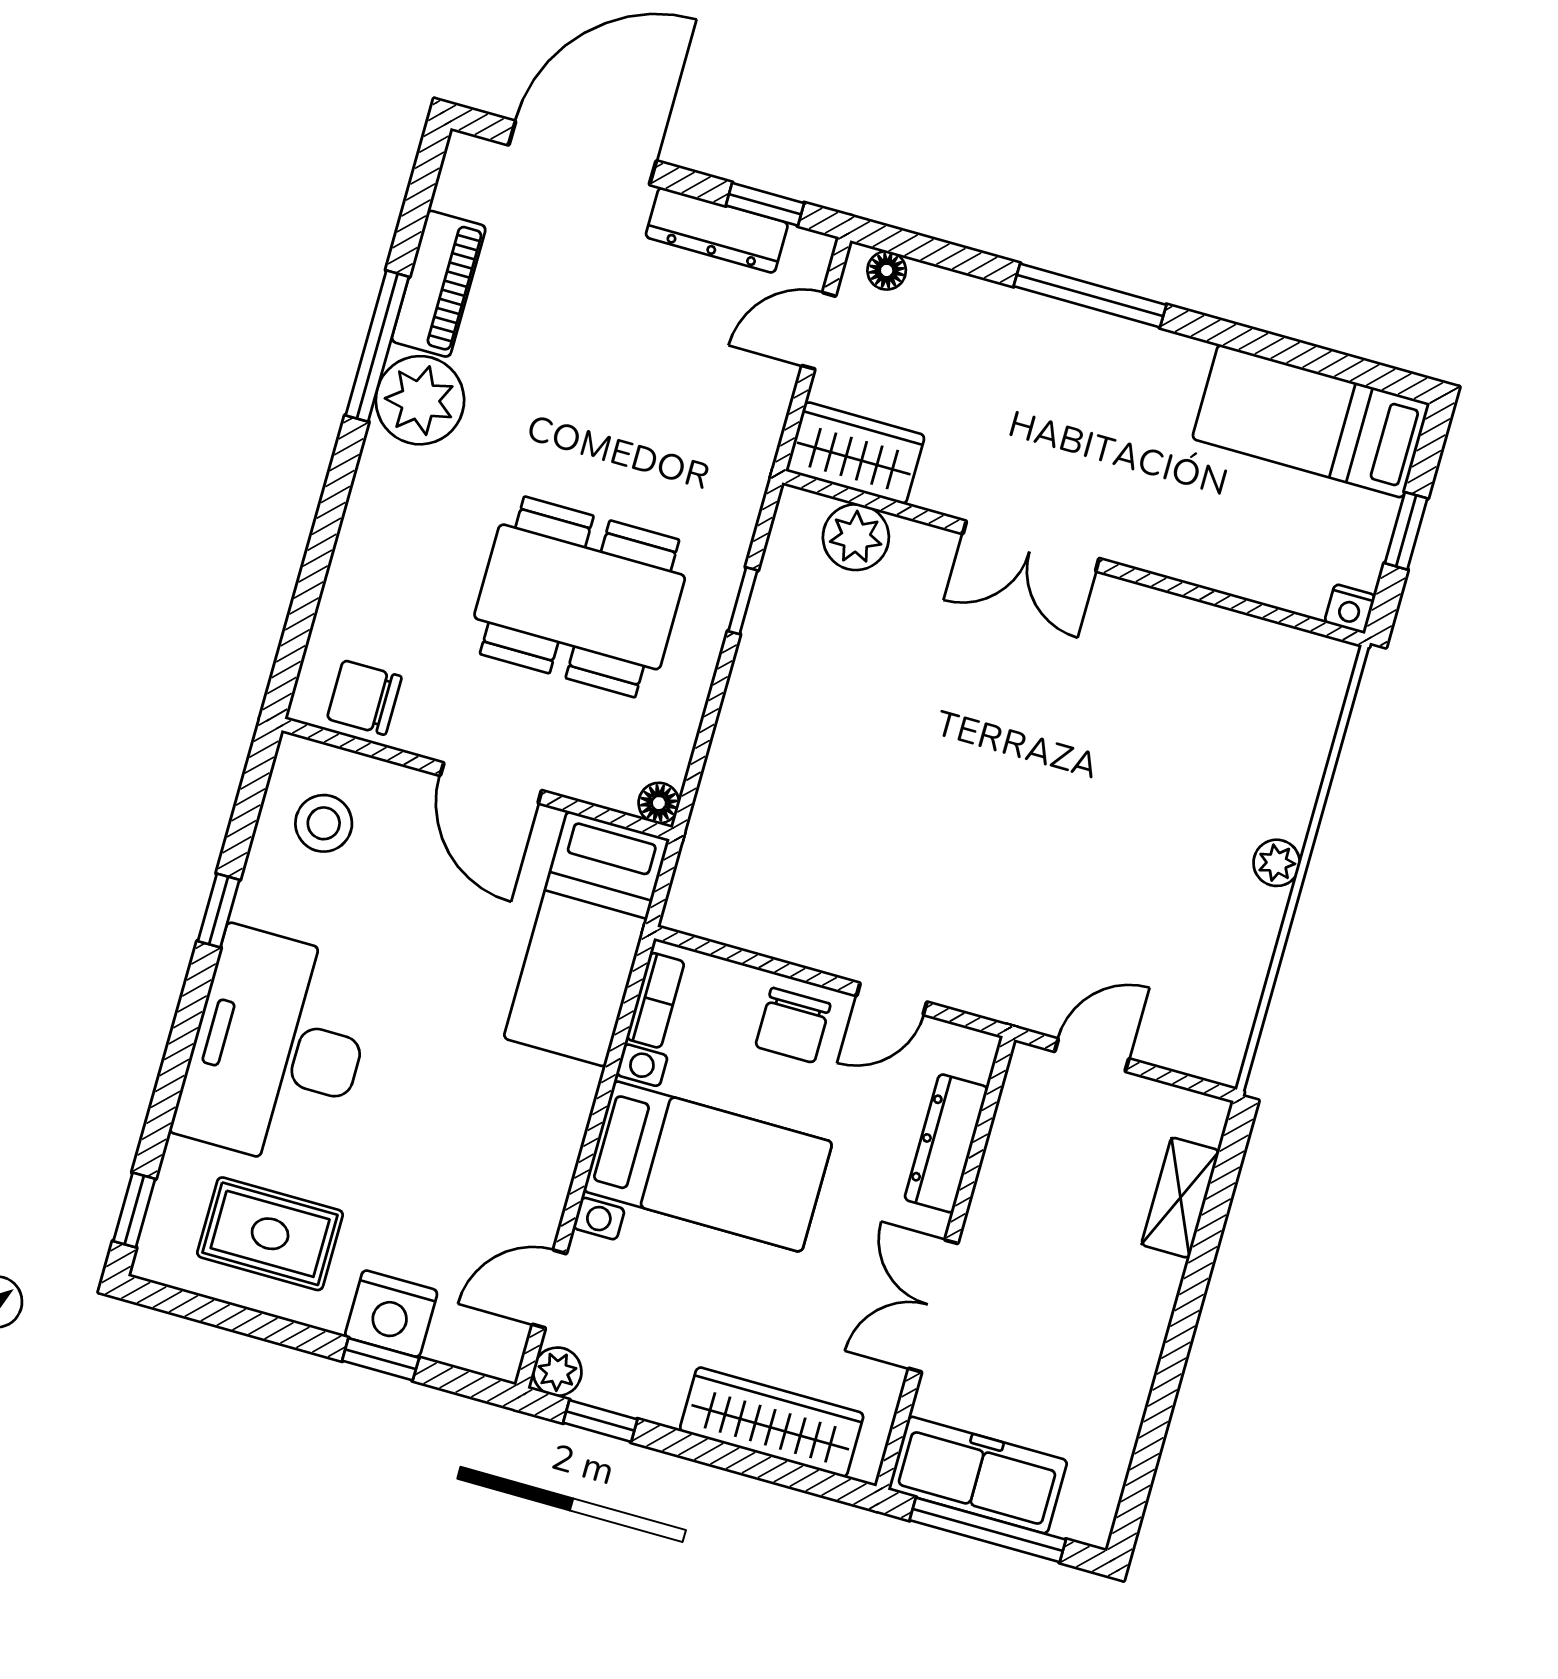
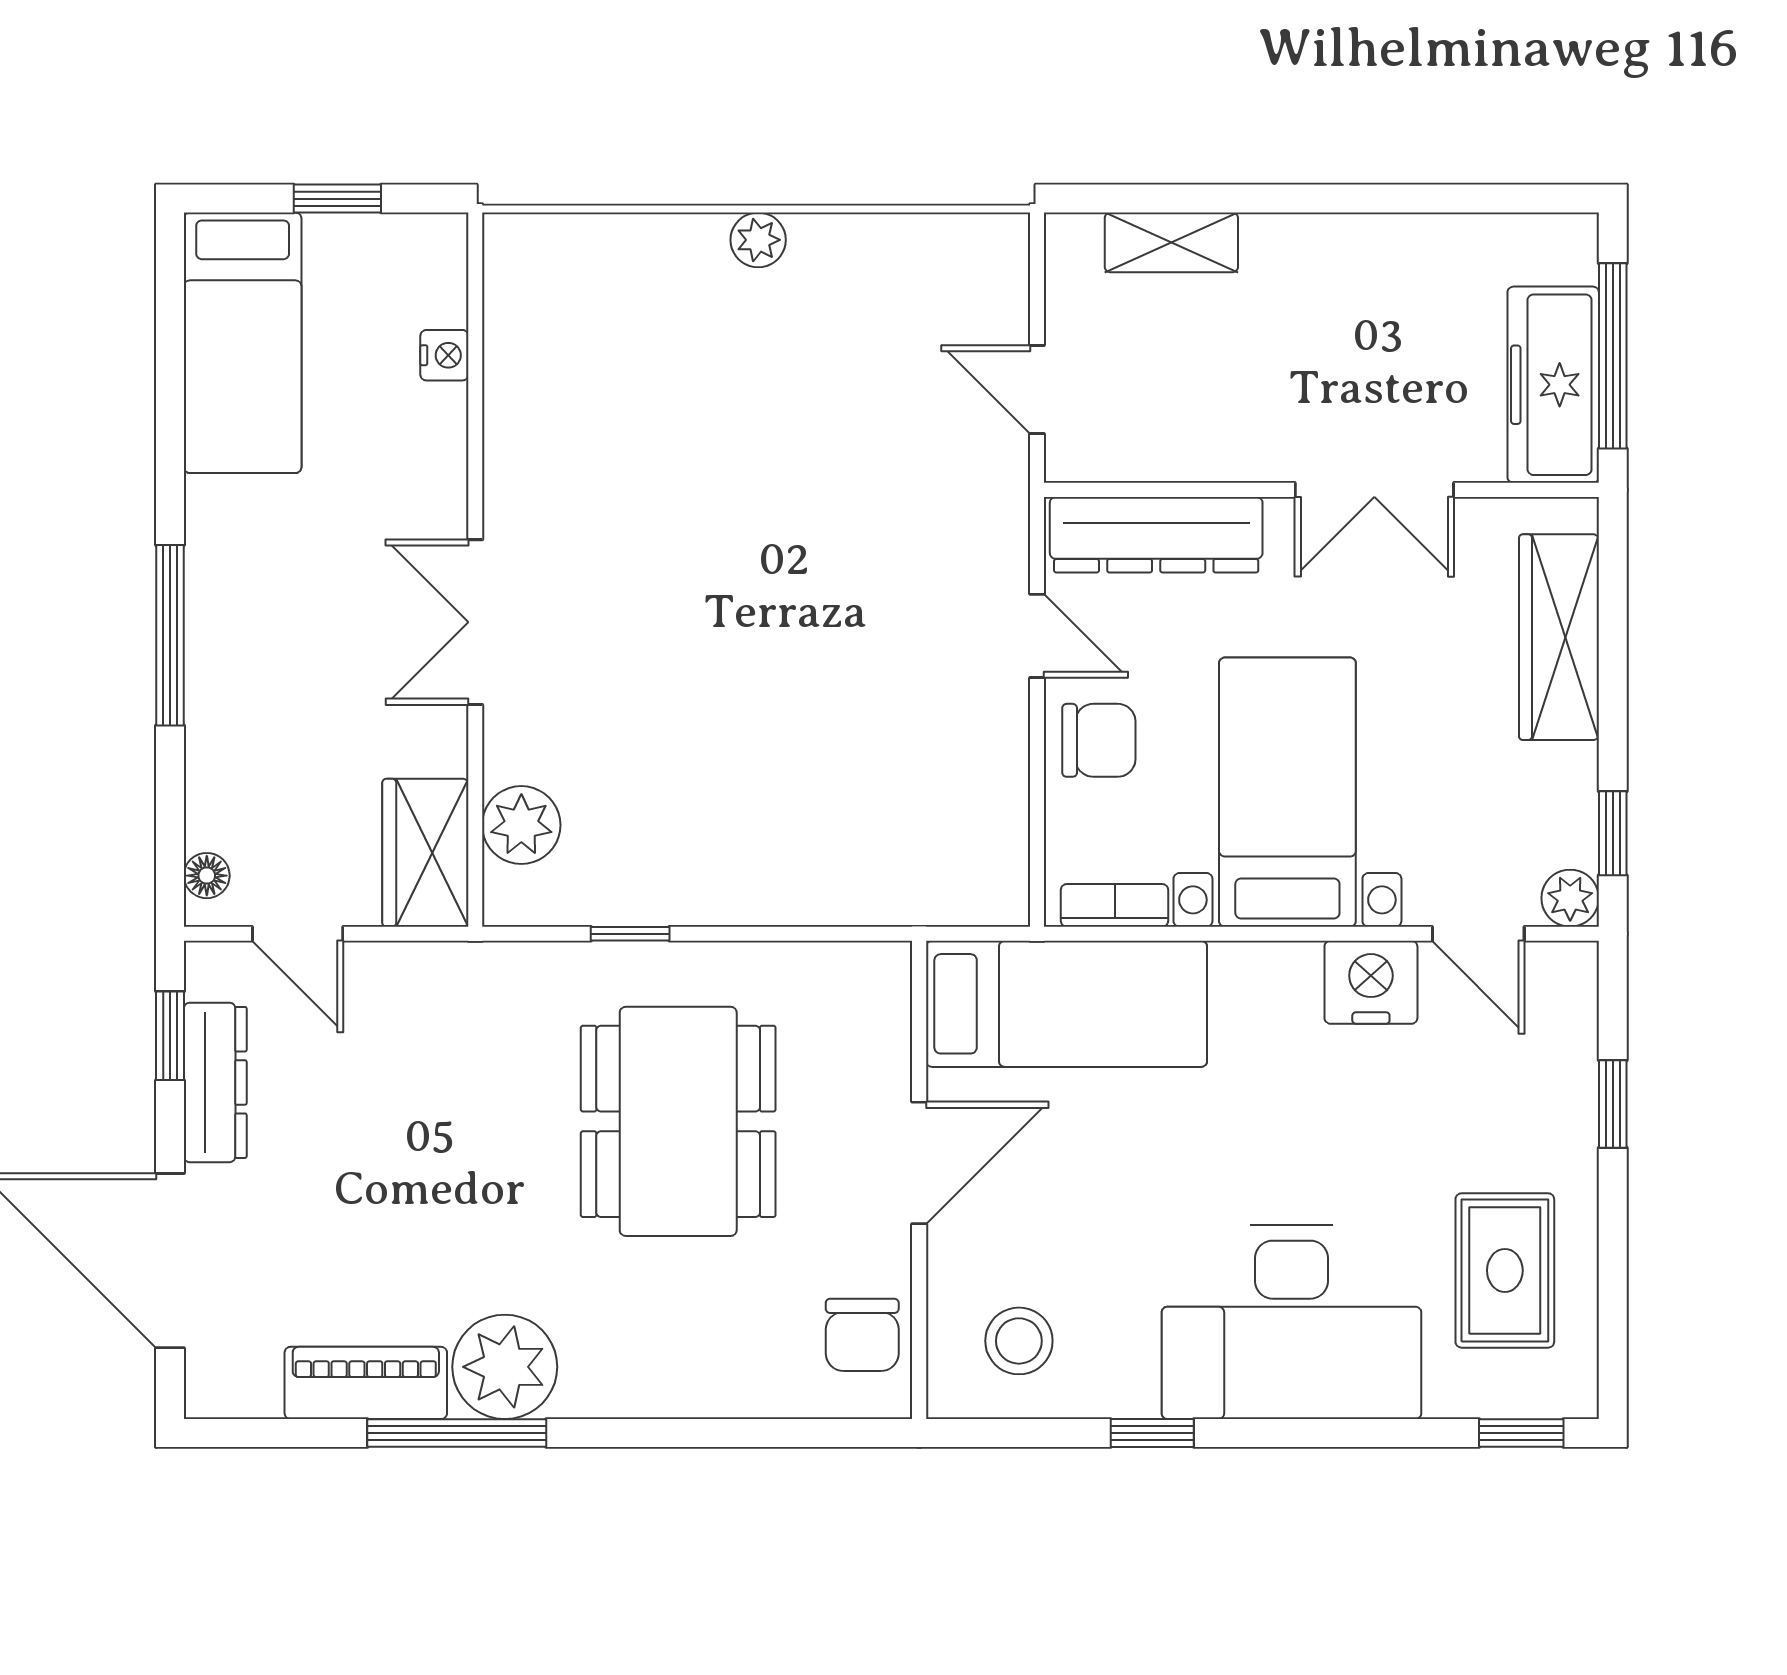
double door: (1031, 546) -> (475, 622), swing flipped
nightstand: (1350, 609) -> (444, 355), moved
floor lamp: (659, 803) -> (888, 965), removed
dresser: (946, 1143) -> (1156, 535), width x1.37, depth x1.24
nightstand: (391, 1314) -> (1371, 982), moved, turned -90

